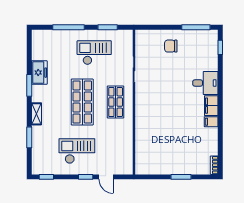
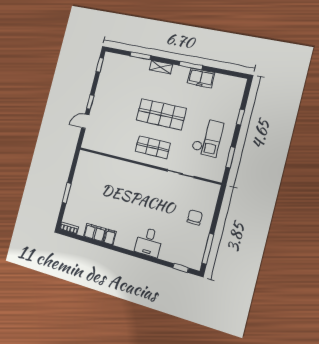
window: (69, 27) -> (240, 117), width x0.46
filing cabinet: (211, 106) -> (95, 232), moved
checkout: (77, 151) -> (116, 99), removed

